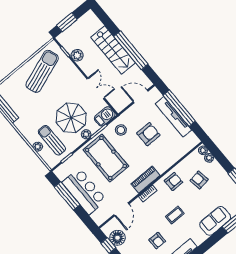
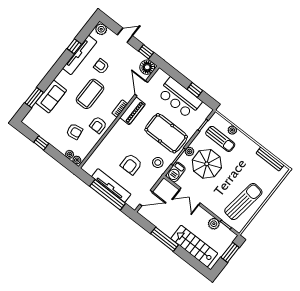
stairs: (113, 50) -> (194, 246), moved
window: (131, 50) -> (164, 239), width x0.68
sun lounger: (42, 71) -> (243, 202), turned -152
piano: (145, 180) -> (133, 111), moved
window: (67, 196) -> (195, 90), width x0.46
coffee table: (175, 215) -> (90, 94), width x1.86, depth x1.72
floor lamp: (117, 238) -> (147, 67), moved

